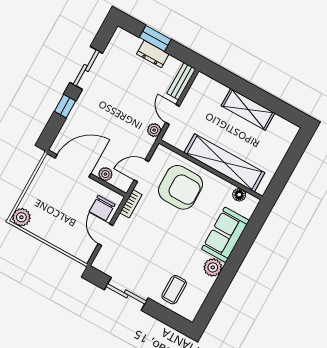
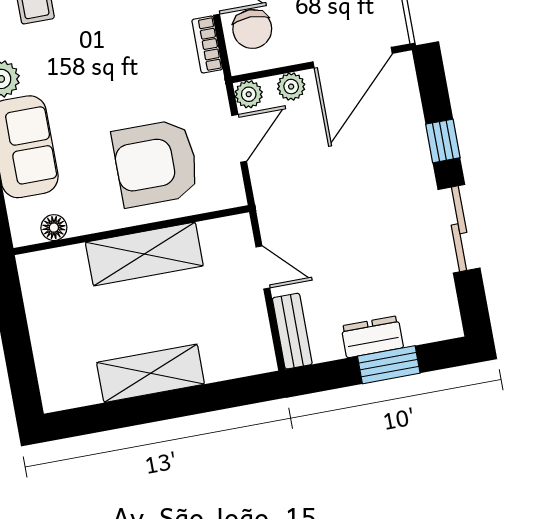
plant: (154, 130) -> (249, 94), moved
shelving: (224, 163) -> (144, 254), width x0.68
bookcase: (131, 204) -> (207, 45), moved
chair: (102, 208) -> (252, 29), turned 180

